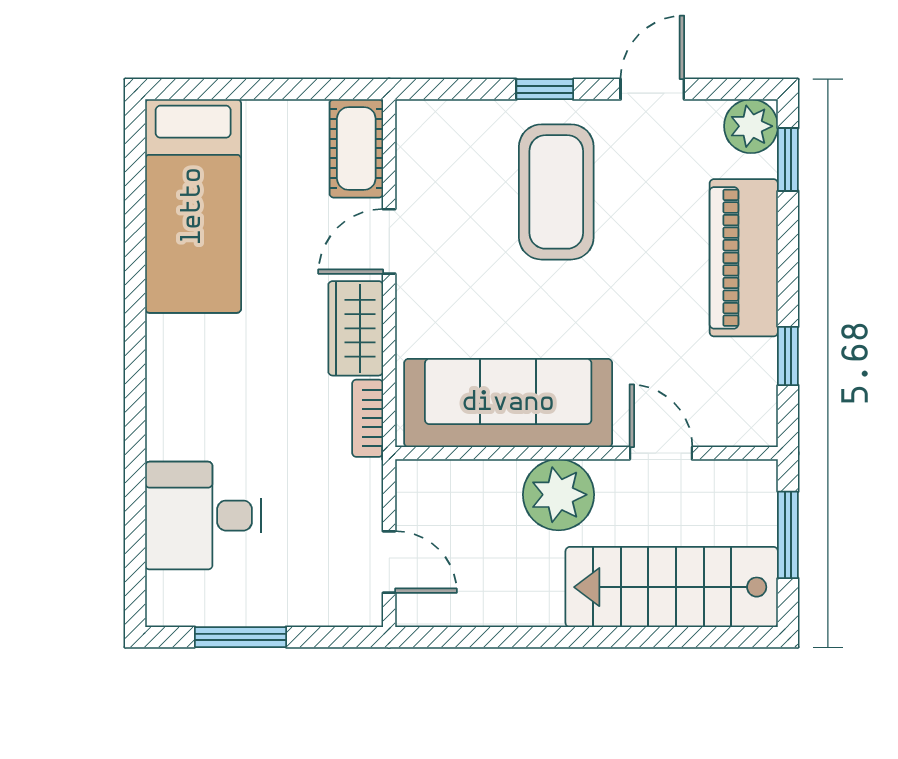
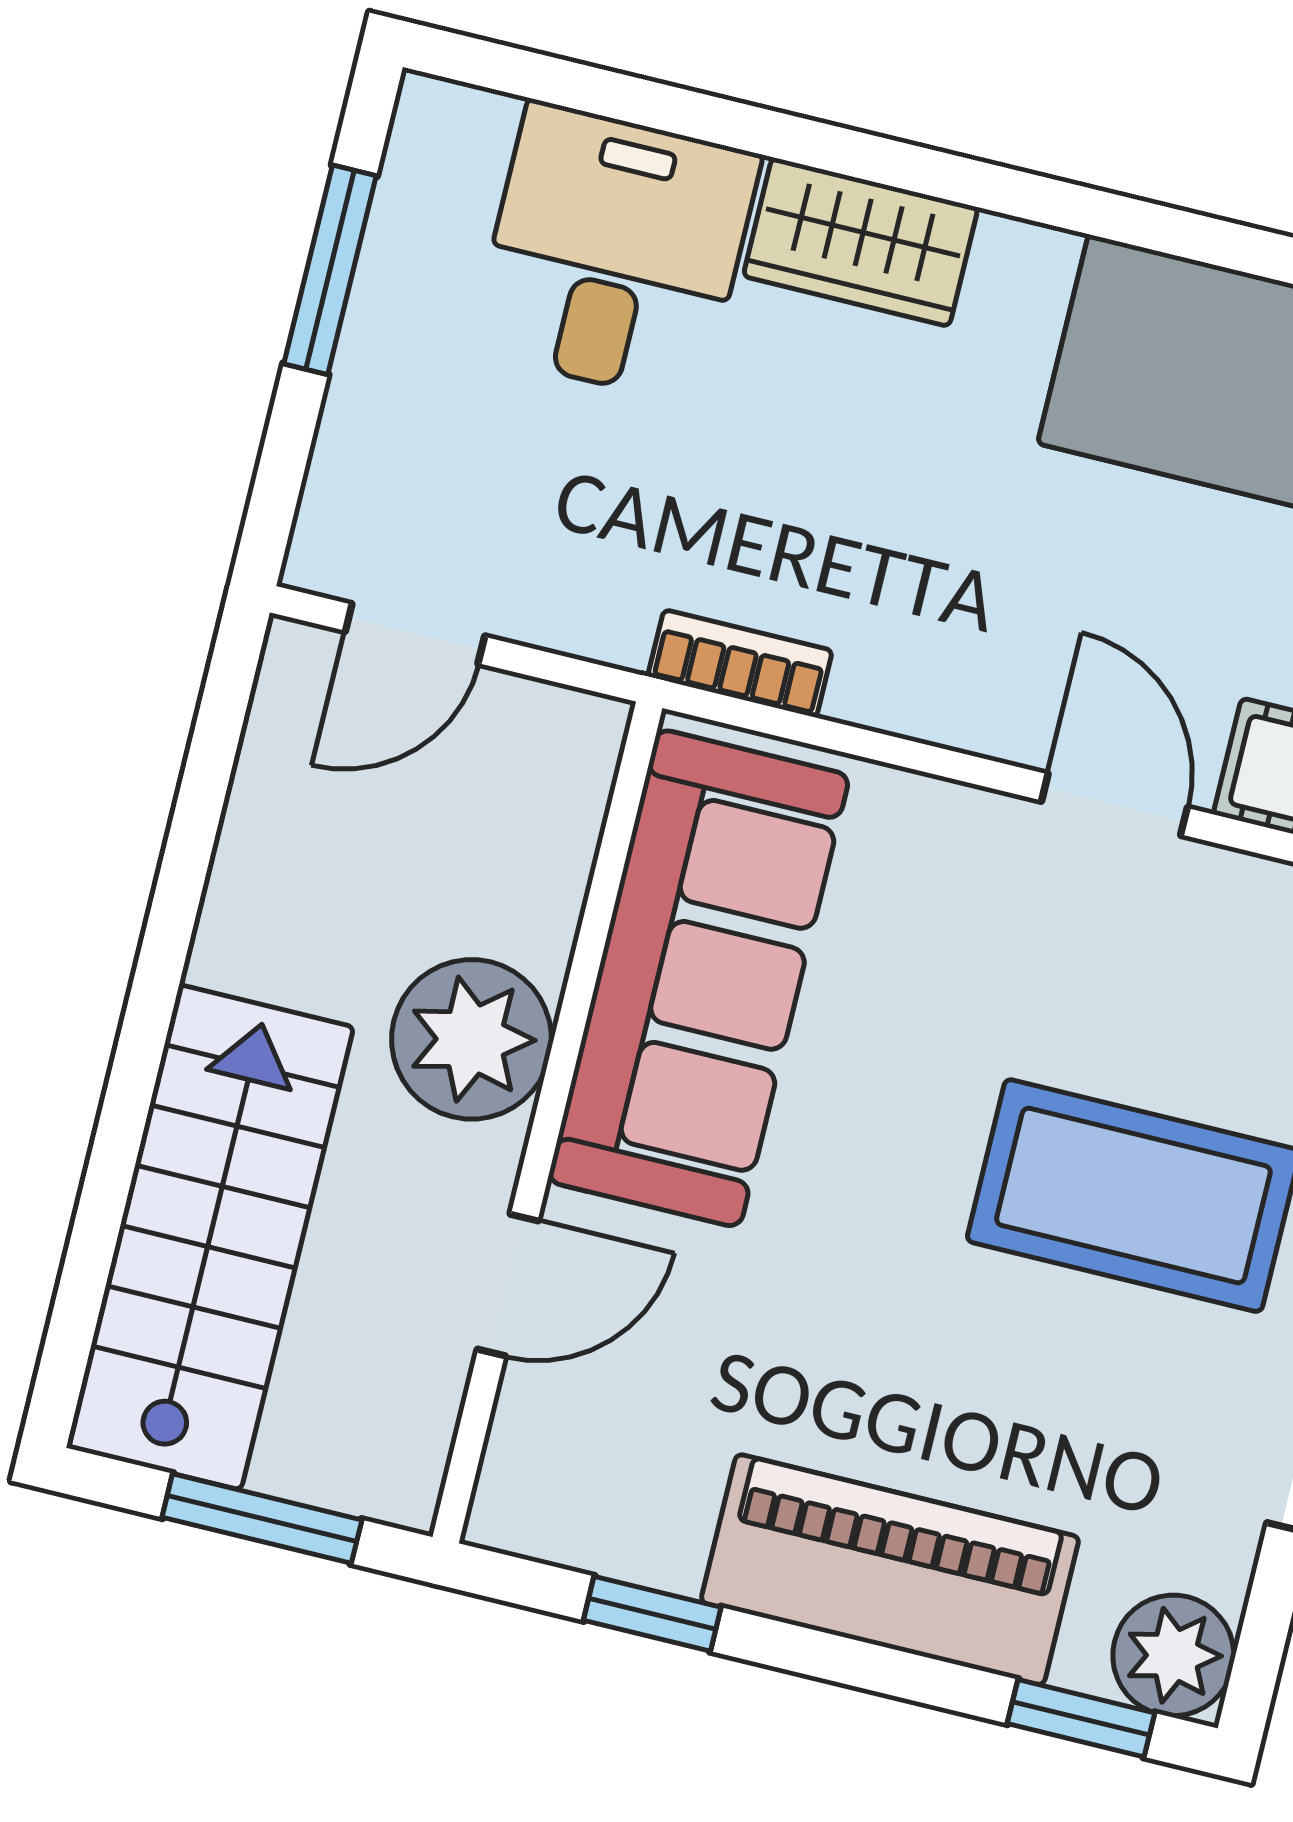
wardrobe: (356, 328) -> (861, 242), moved, turned 180

